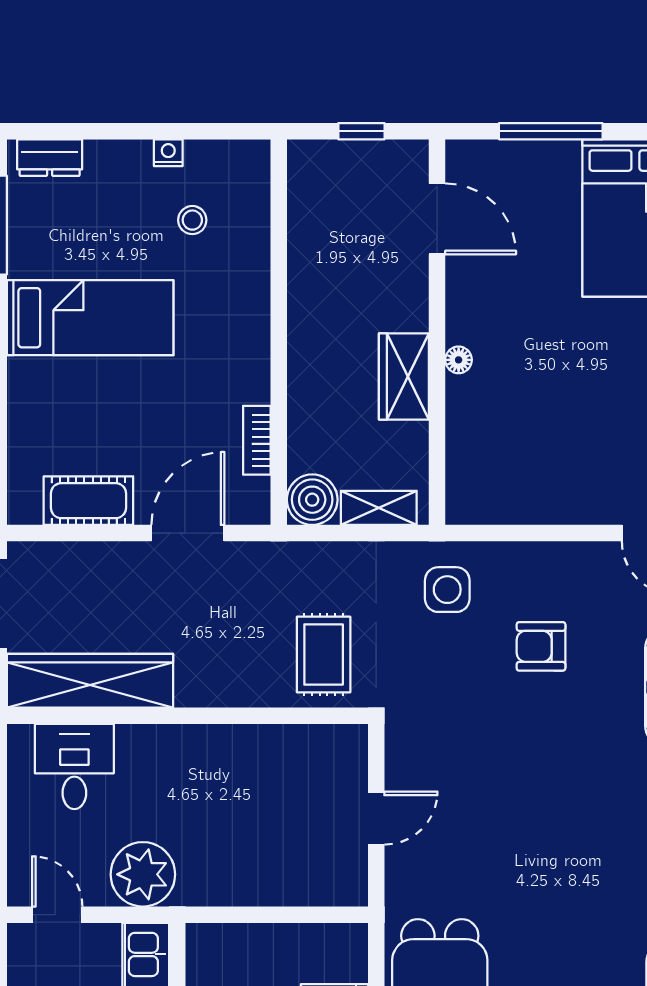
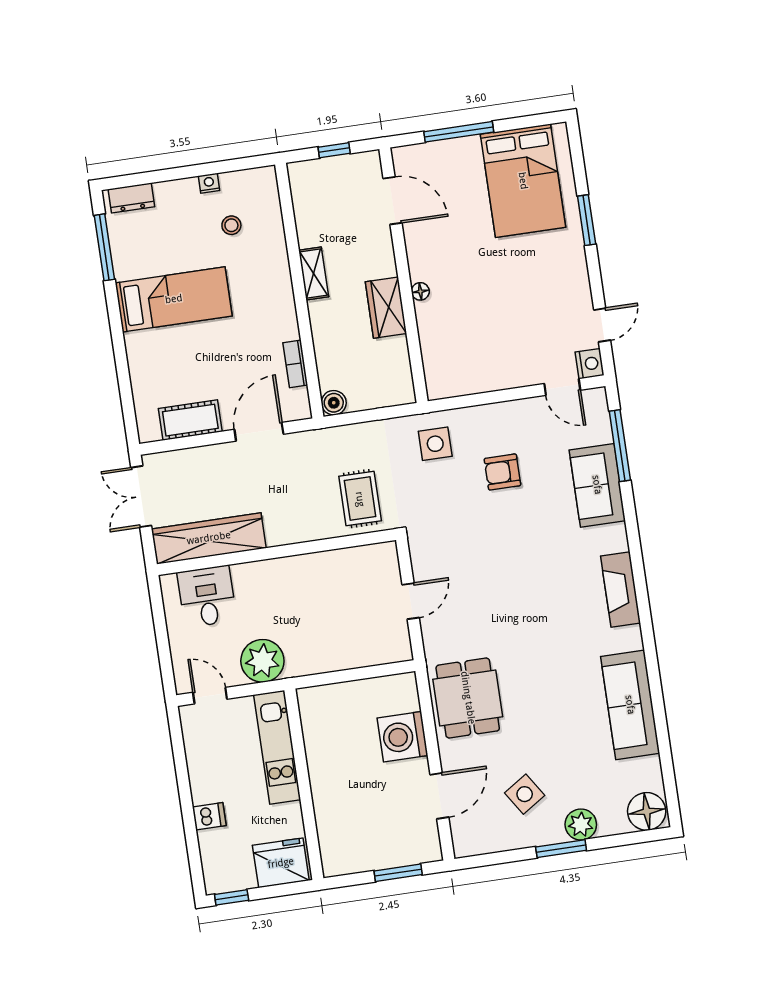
boiler: (312, 500) -> (334, 403), width x0.73, depth x0.73
shelving: (379, 508) -> (314, 274), moved, turned 90

